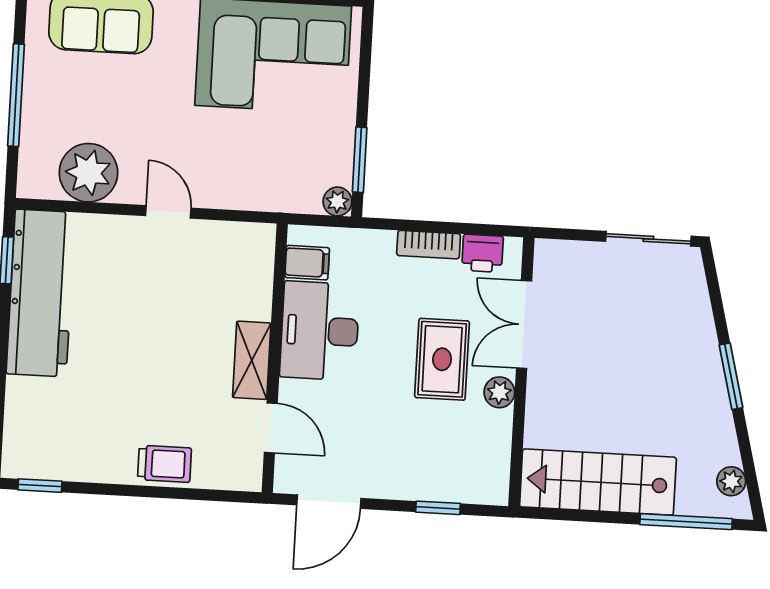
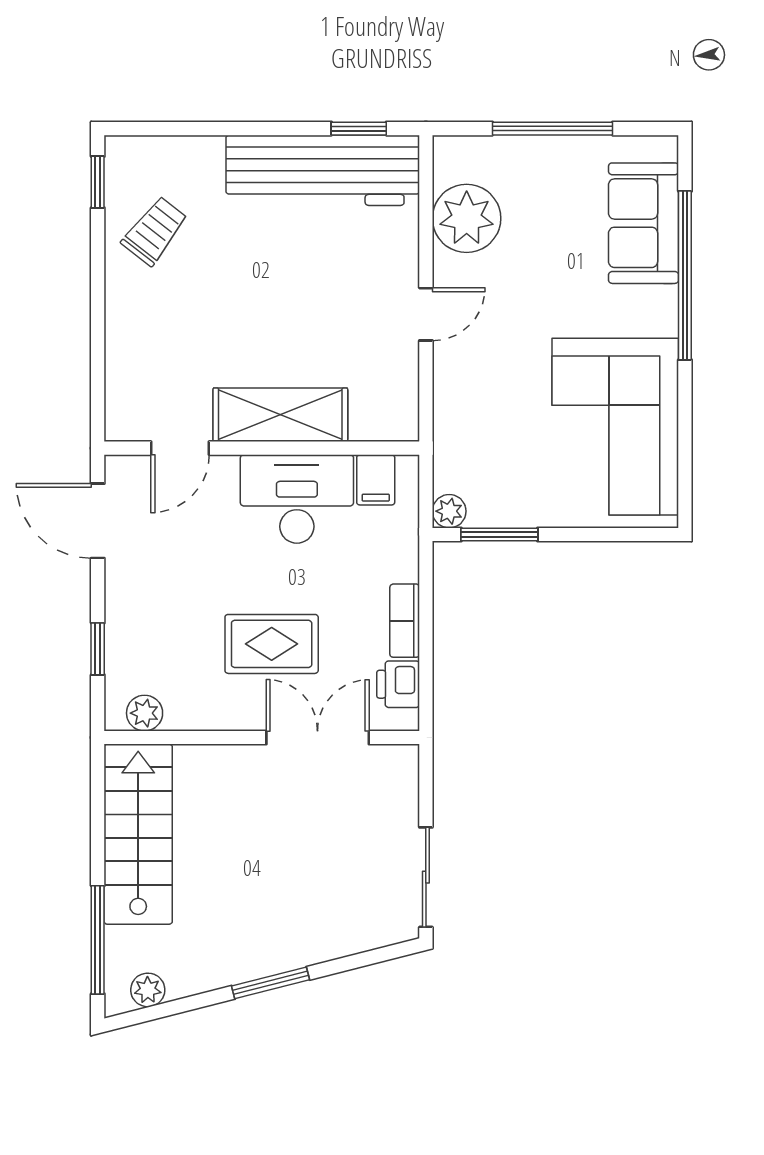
shelving: (252, 360) -> (280, 415), width x1.50, depth x1.33
plant: (499, 392) -> (145, 713), moved
trolley: (165, 464) -> (155, 231), moved, turned -142

